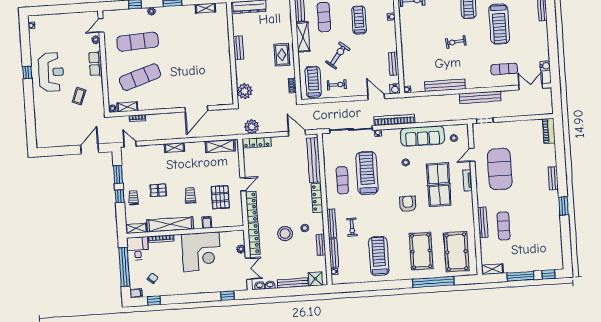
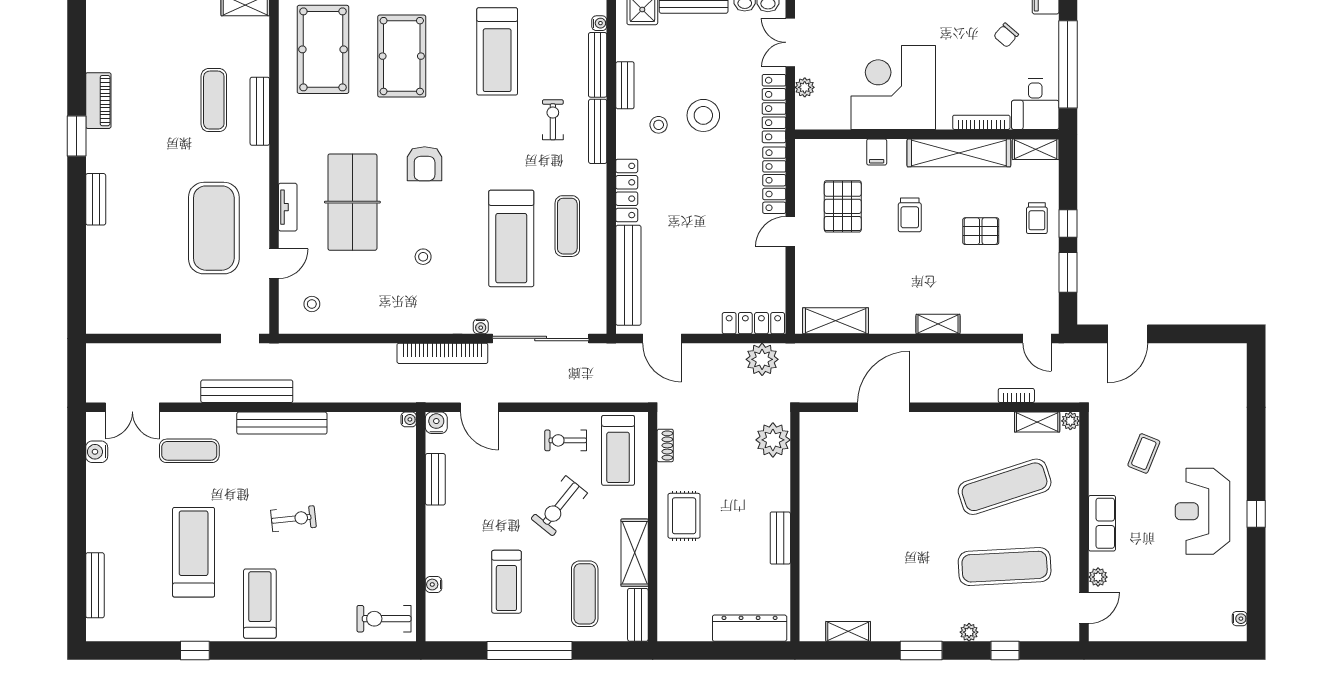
bench: (445, 85) -> (282, 423), moved
piano: (549, 131) -> (98, 101), moved
sofa: (422, 136) -> (382, 313), removed

